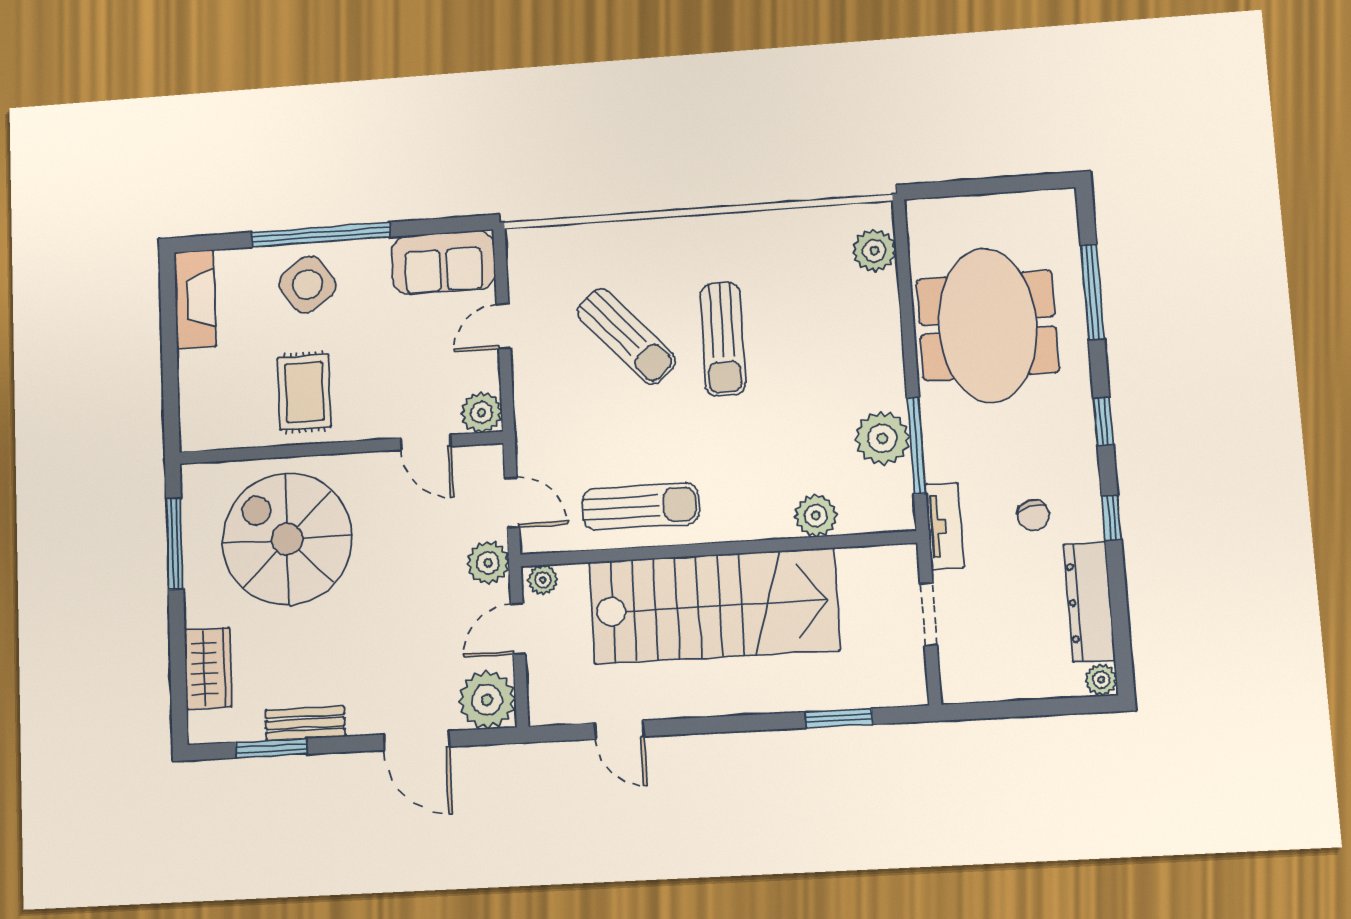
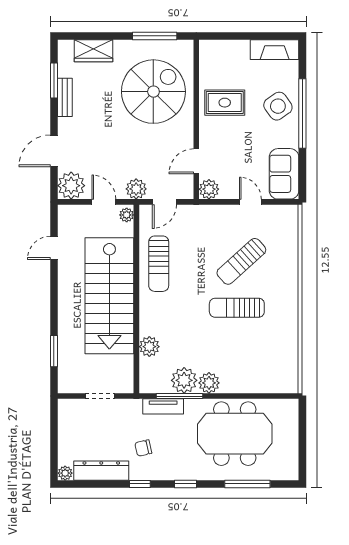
plant: (874, 251) -> (209, 383), moved
tv unit: (944, 526) -> (163, 406), moved

